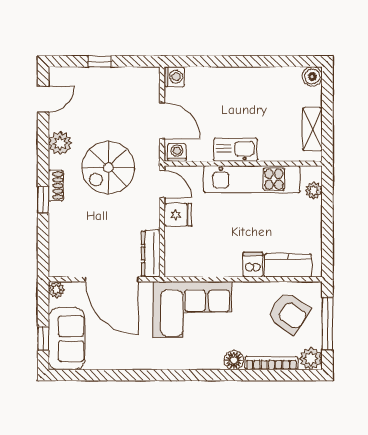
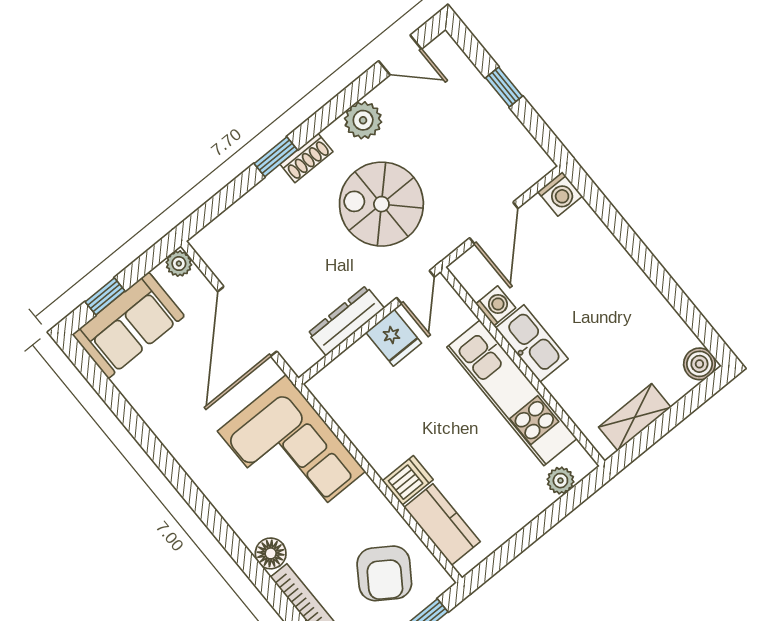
washing machine: (177, 152) -> (496, 306), moved
dresser: (151, 254) -> (346, 321), moved

